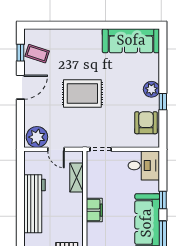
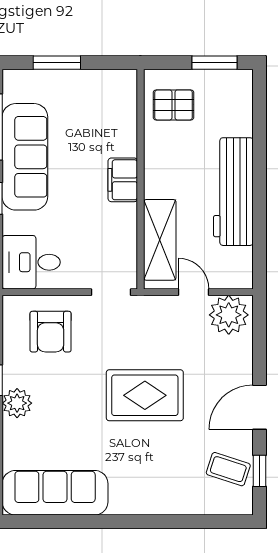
armchair: (146, 123) -> (51, 332), moved
shelving: (76, 178) -> (160, 240), width x1.50, depth x1.33

